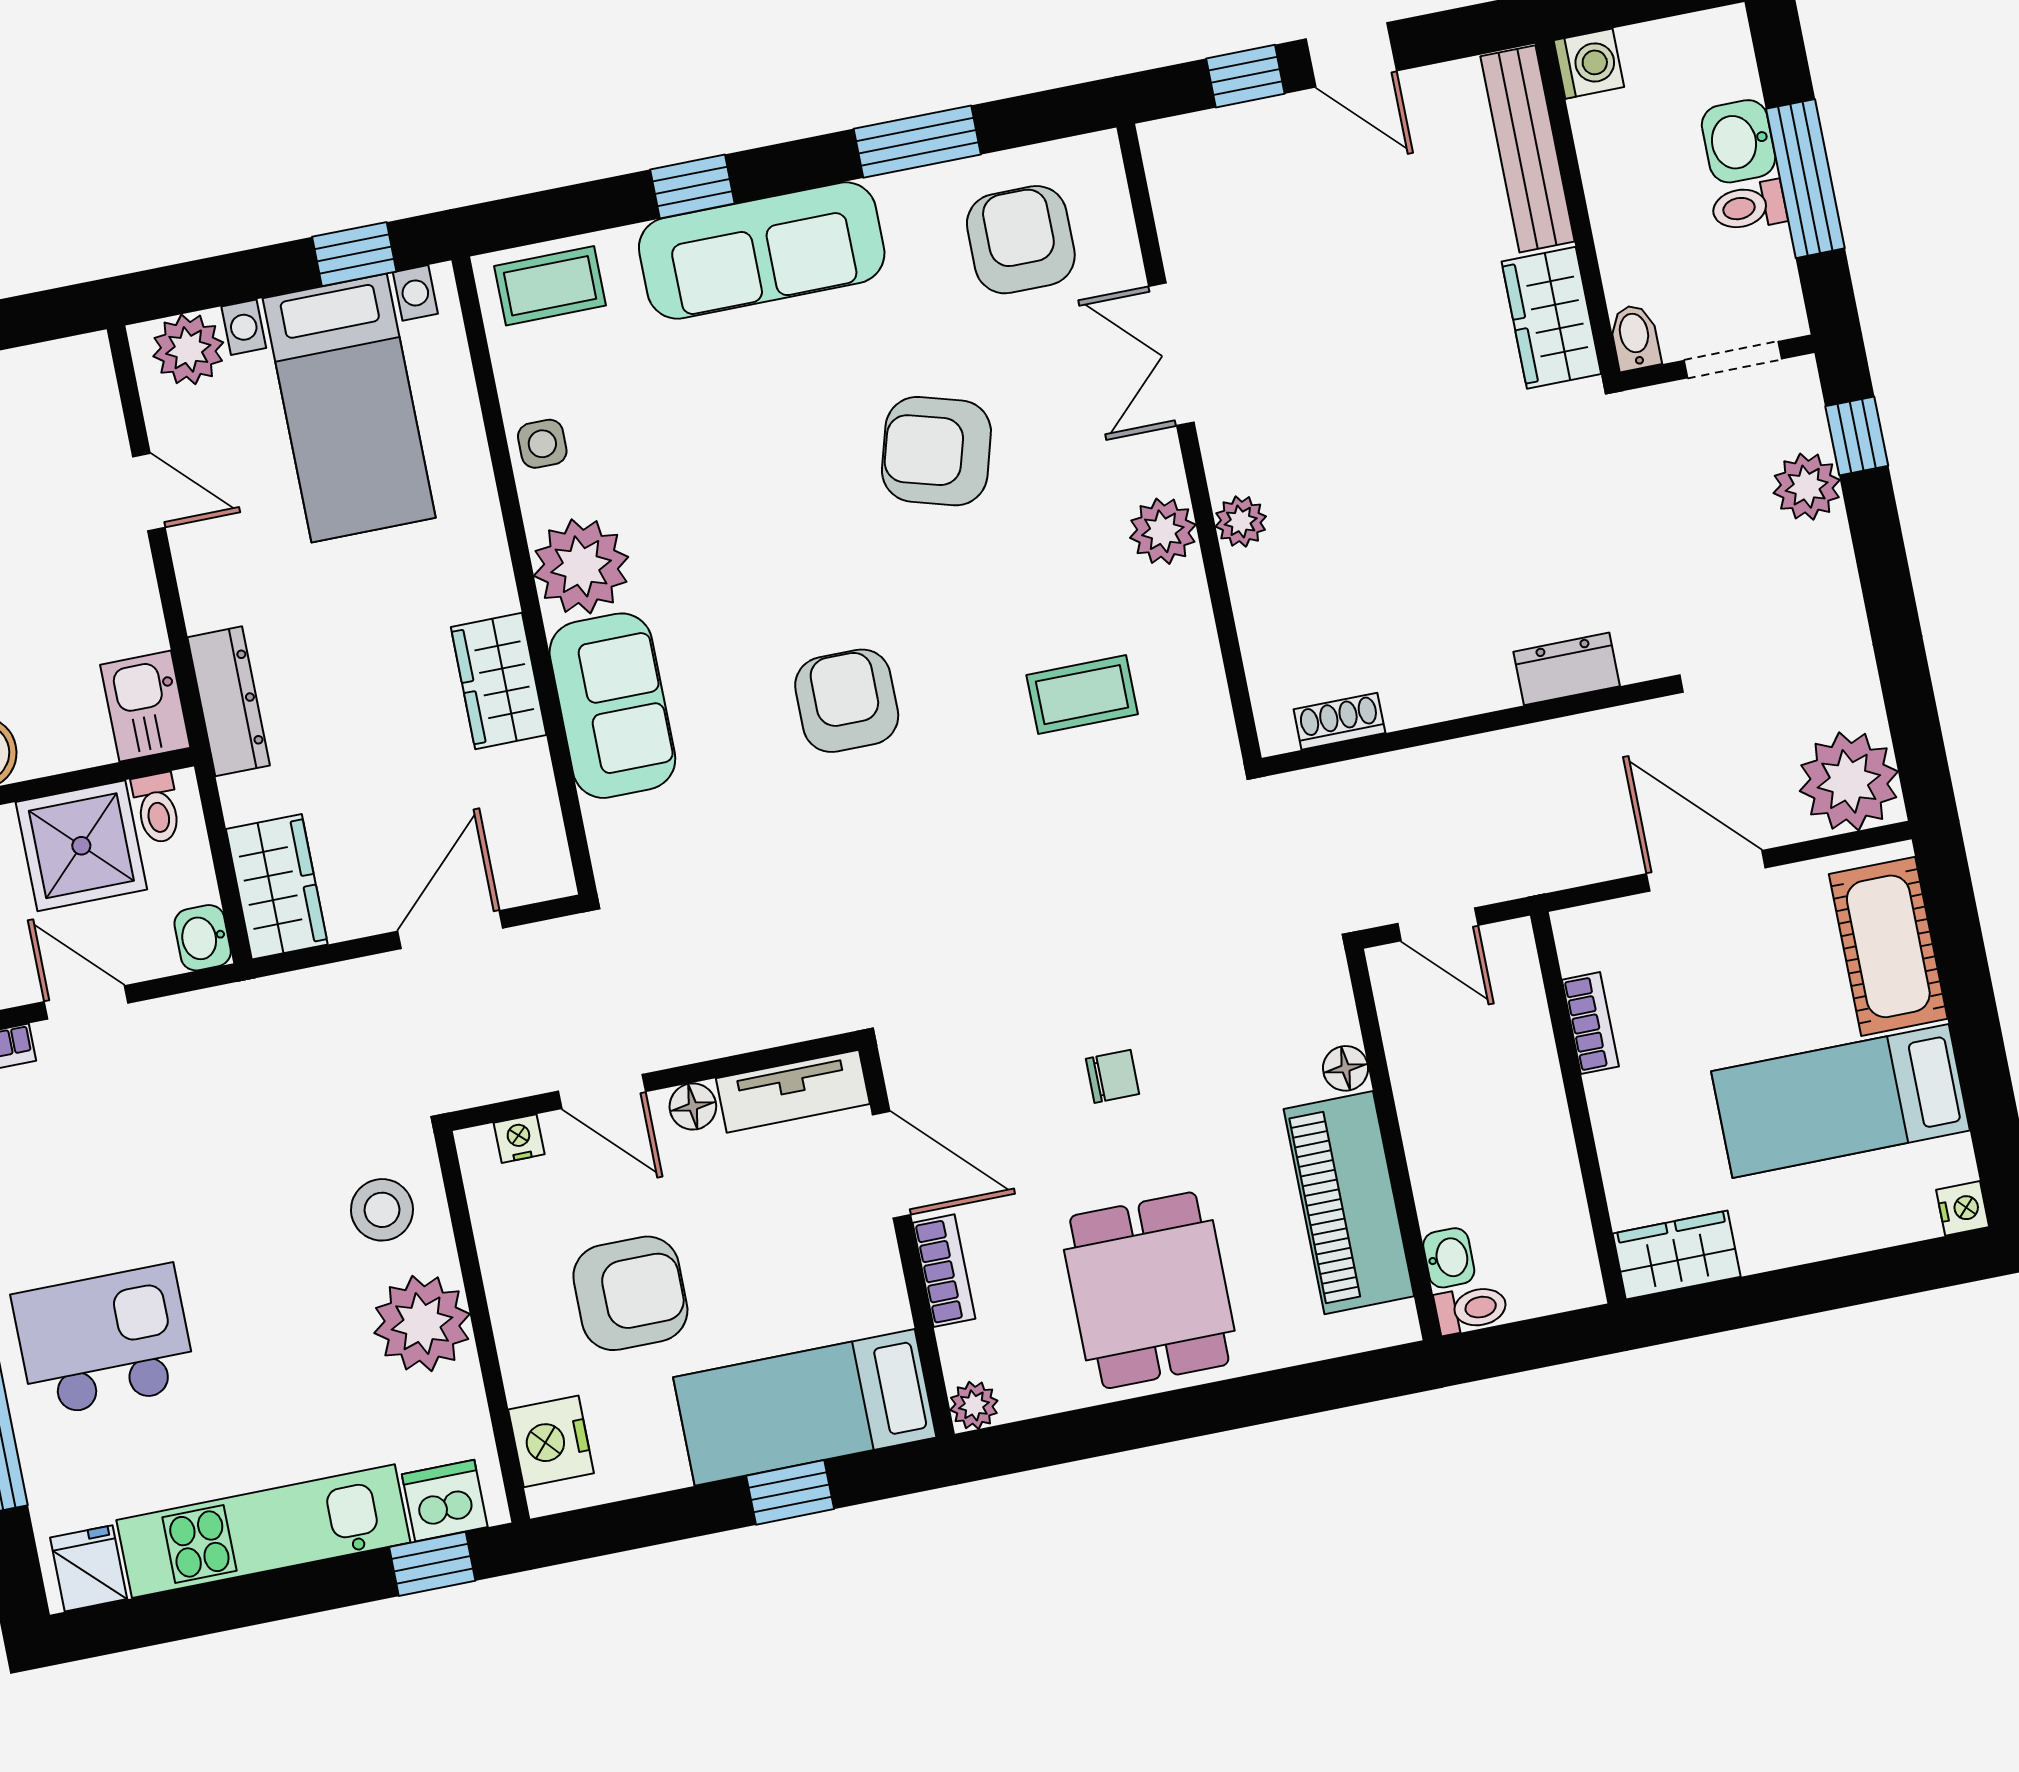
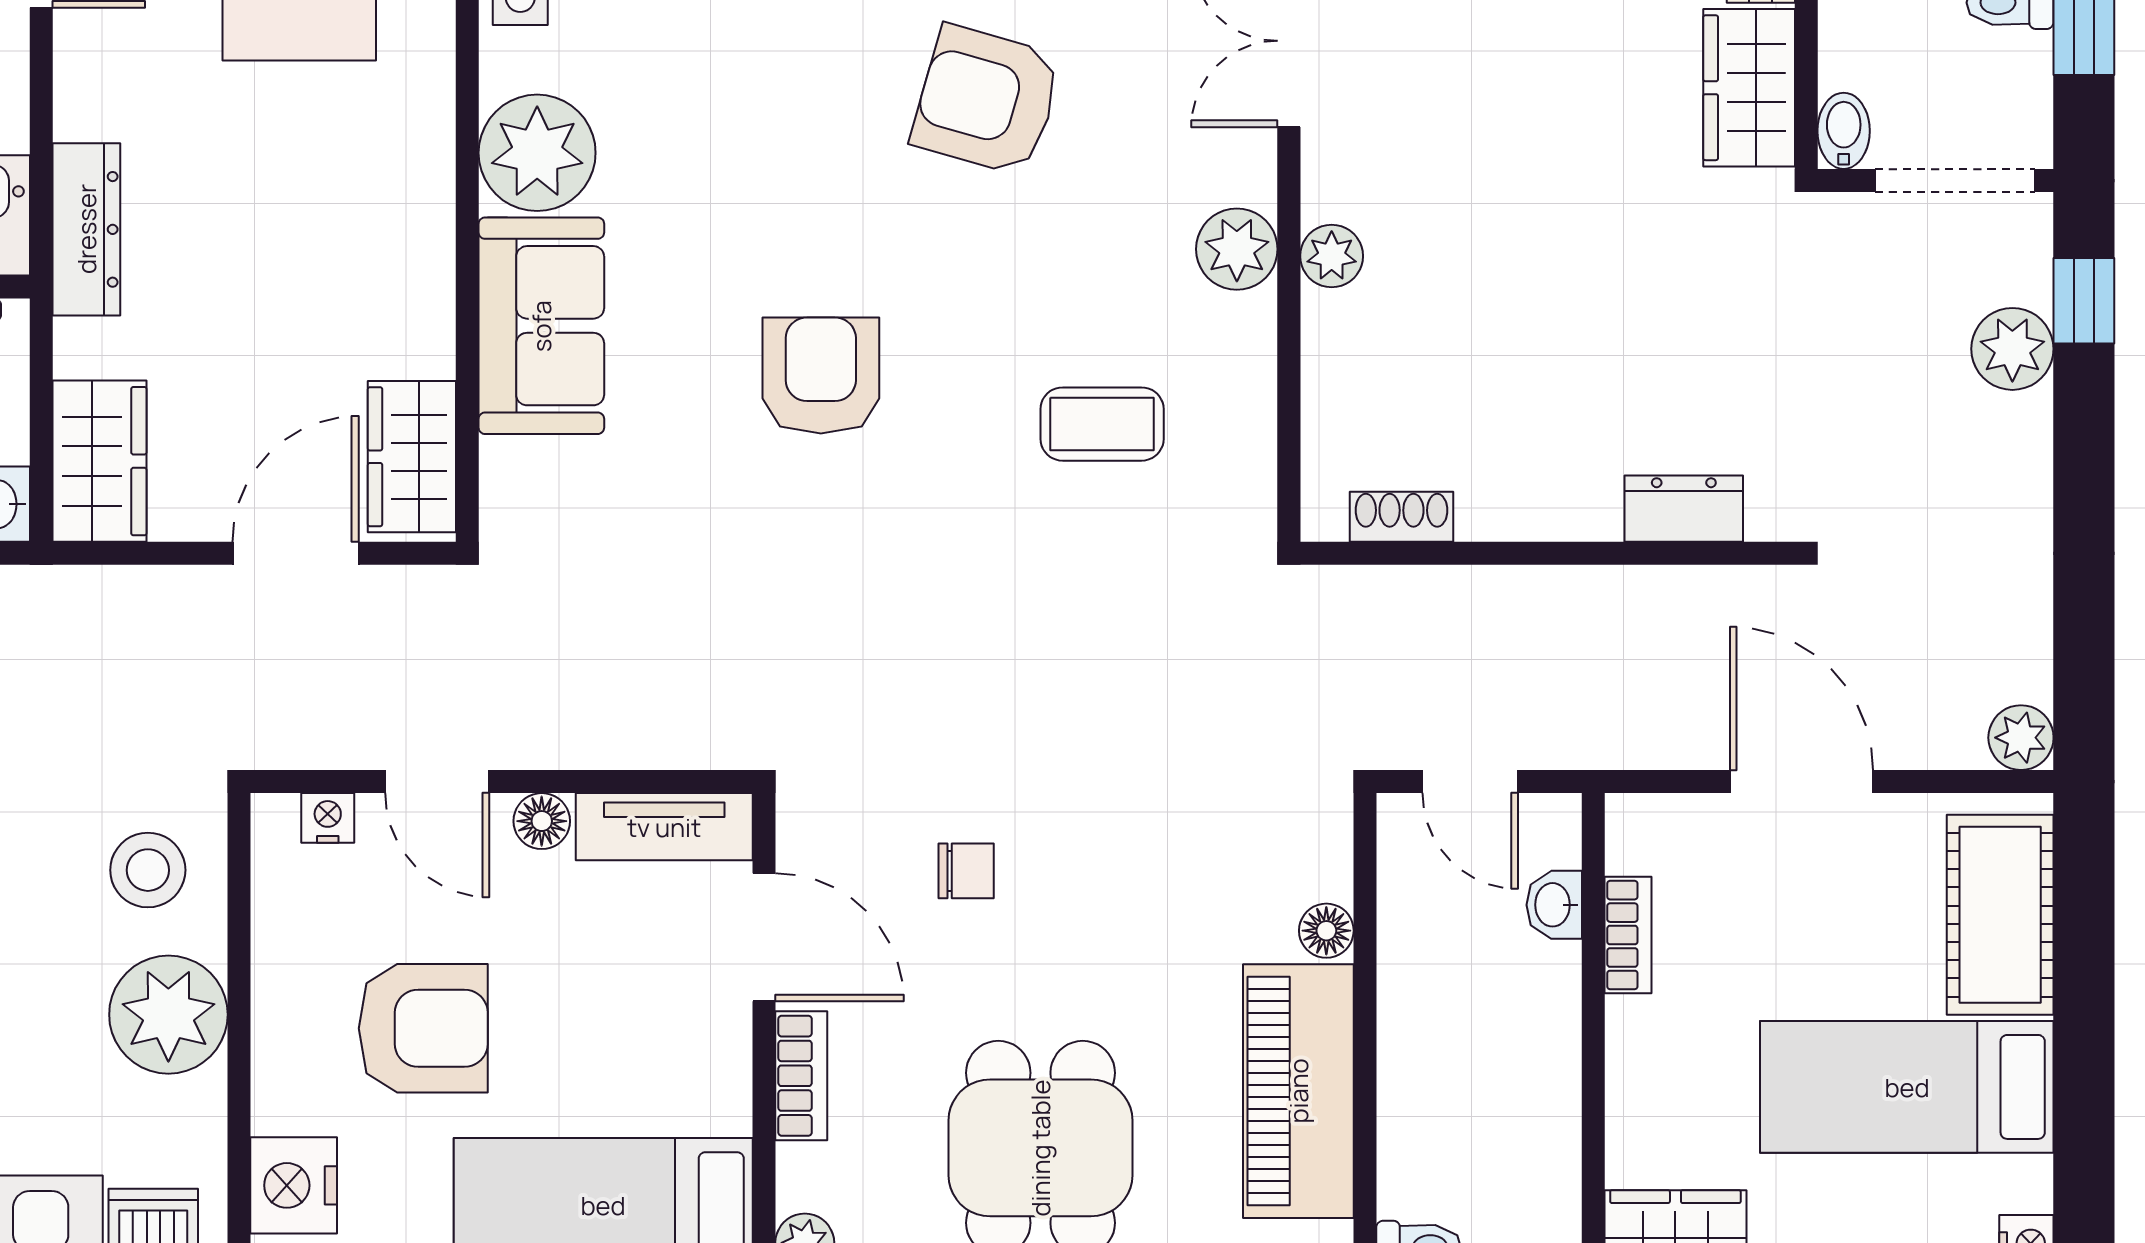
doorway: (1733, 360) -> (1955, 181), width x1.38
wardrobe: (499, 681) -> (412, 457), moved
plant: (1849, 781) -> (2021, 738), width x0.53, depth x0.53
chair: (1112, 1076) -> (966, 871), moved
washbasin: (1449, 1258) -> (1554, 905), moved, turned 180

